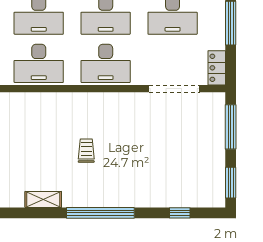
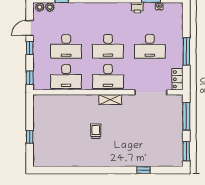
shelving: (43, 199) -> (110, 100), moved
window: (100, 213) -> (105, 170), removed
window: (180, 213) -> (143, 170), moved

